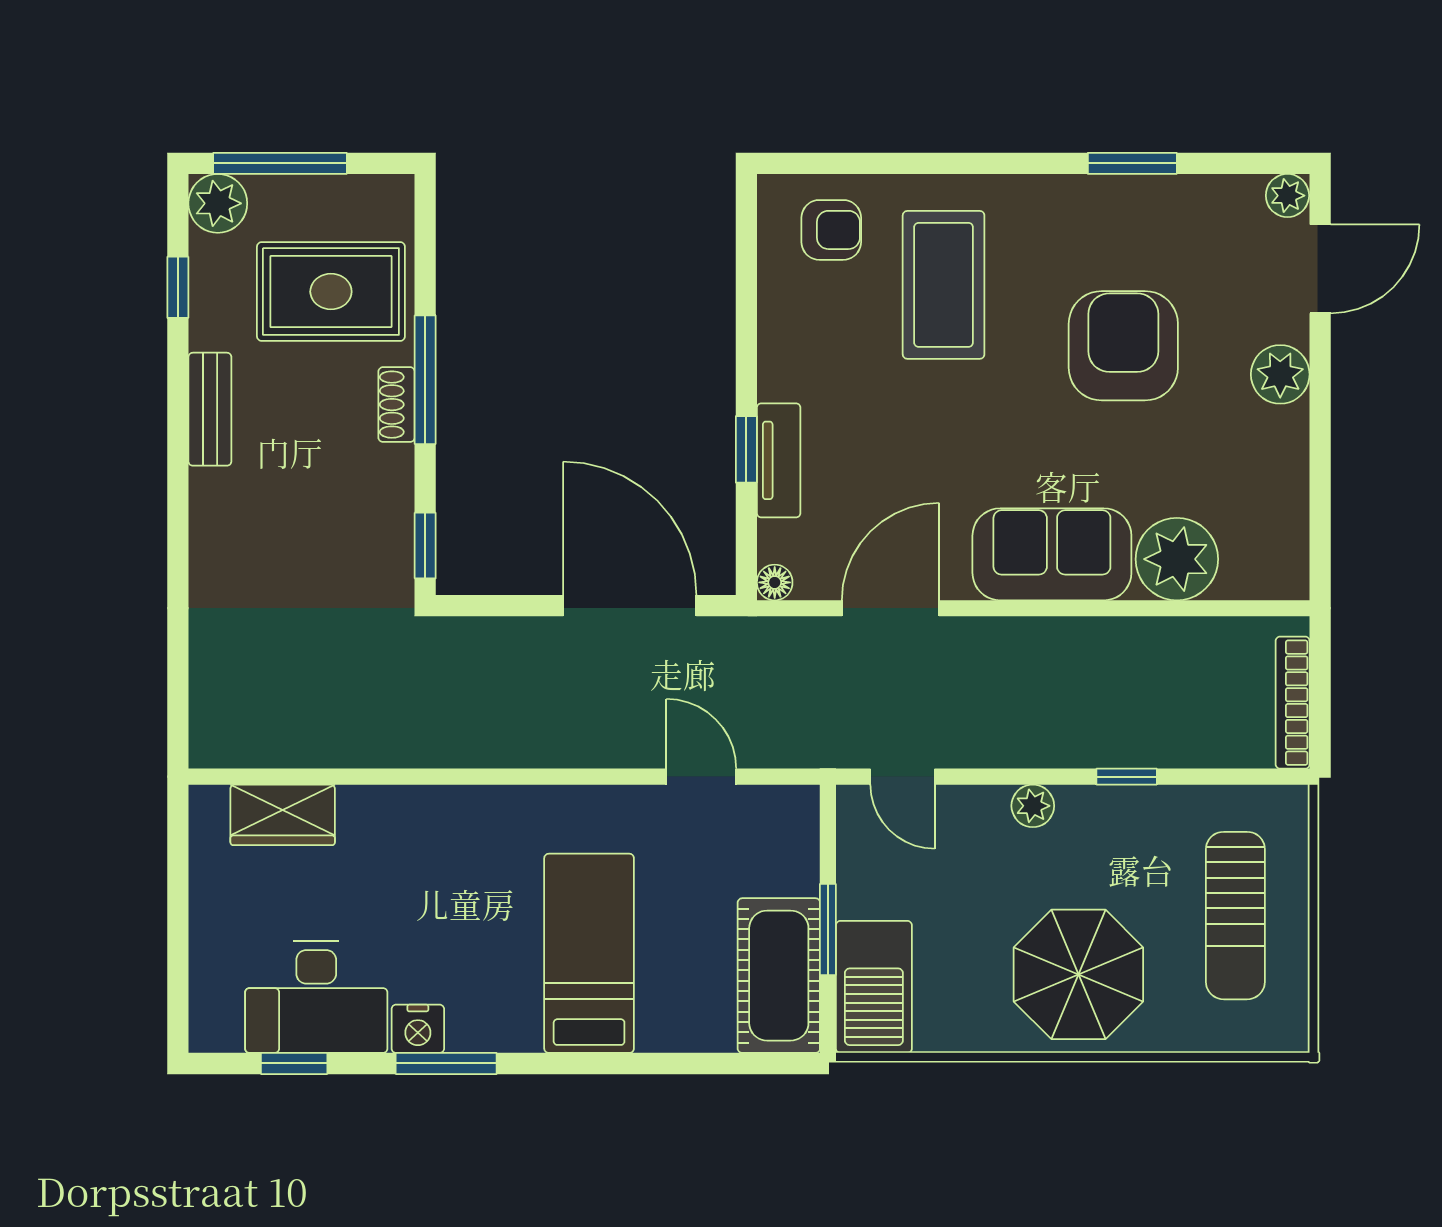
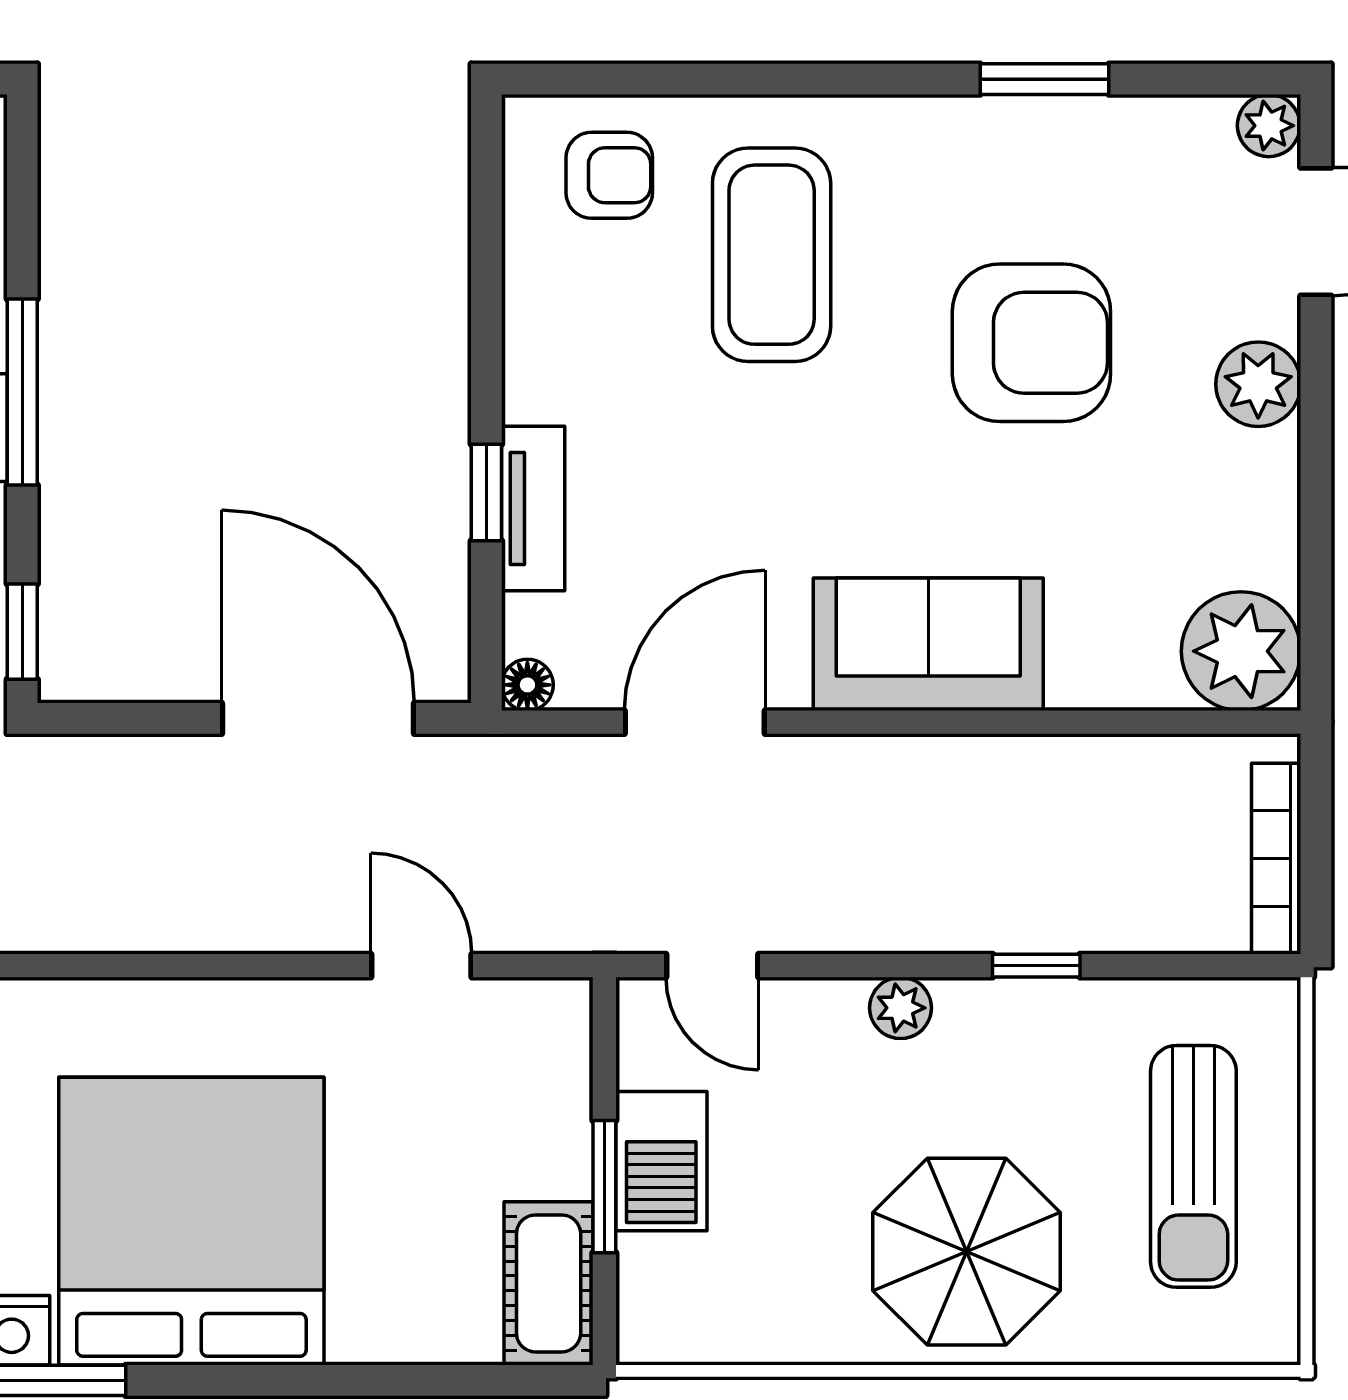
armchair: (1123, 346) -> (1031, 343), turned 90
plant: (1177, 559) -> (1241, 651), moved
bed: (589, 953) -> (191, 1221), width x2.04
cot: (779, 976) -> (549, 1283), width x0.73, depth x0.75
barbecue: (874, 987) -> (661, 1161), moved, width x0.73, depth x0.83

